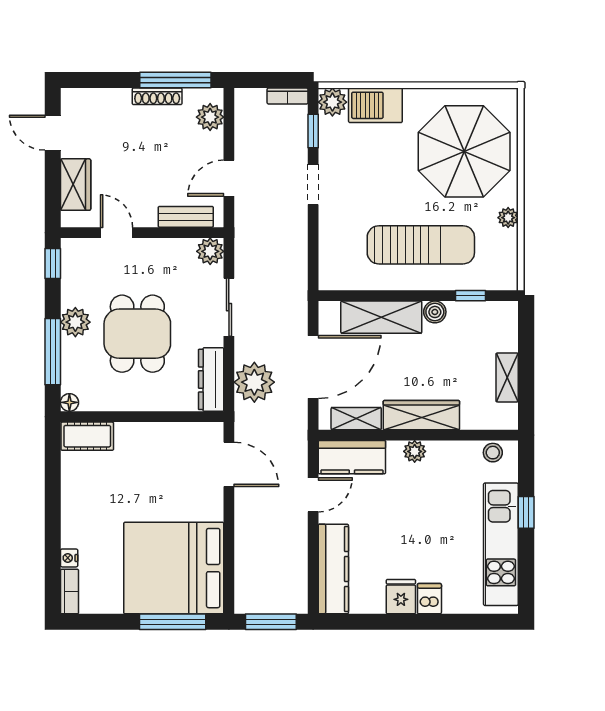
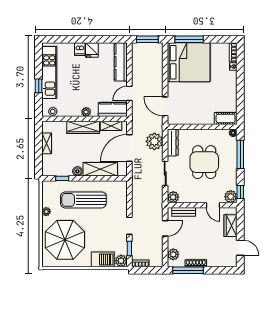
plant: (75, 322) -> (231, 197), moved

